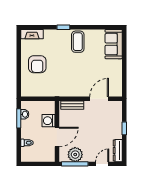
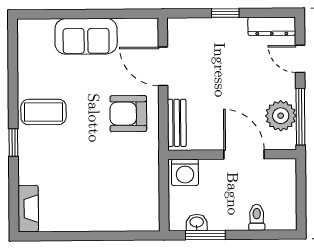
sofa: (114, 44) -> (86, 36), moved
armchair: (37, 64) -> (128, 114), moved, turned 180
washing machine: (49, 121) -> (185, 172), moved

